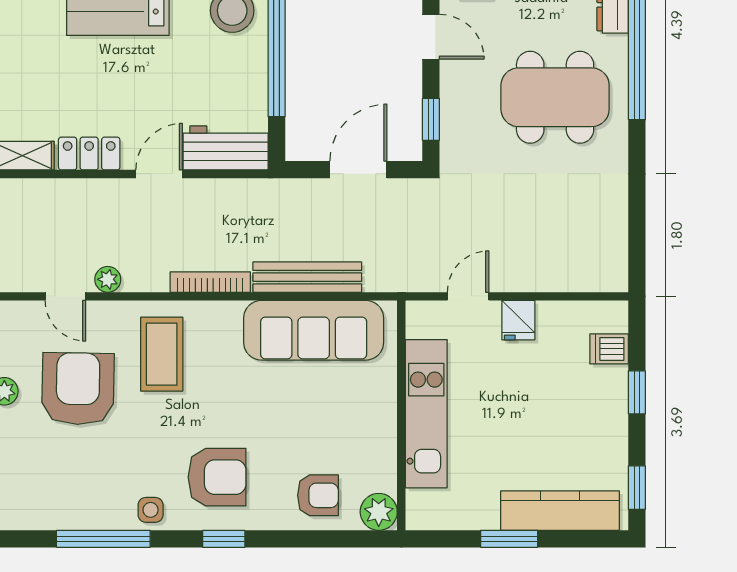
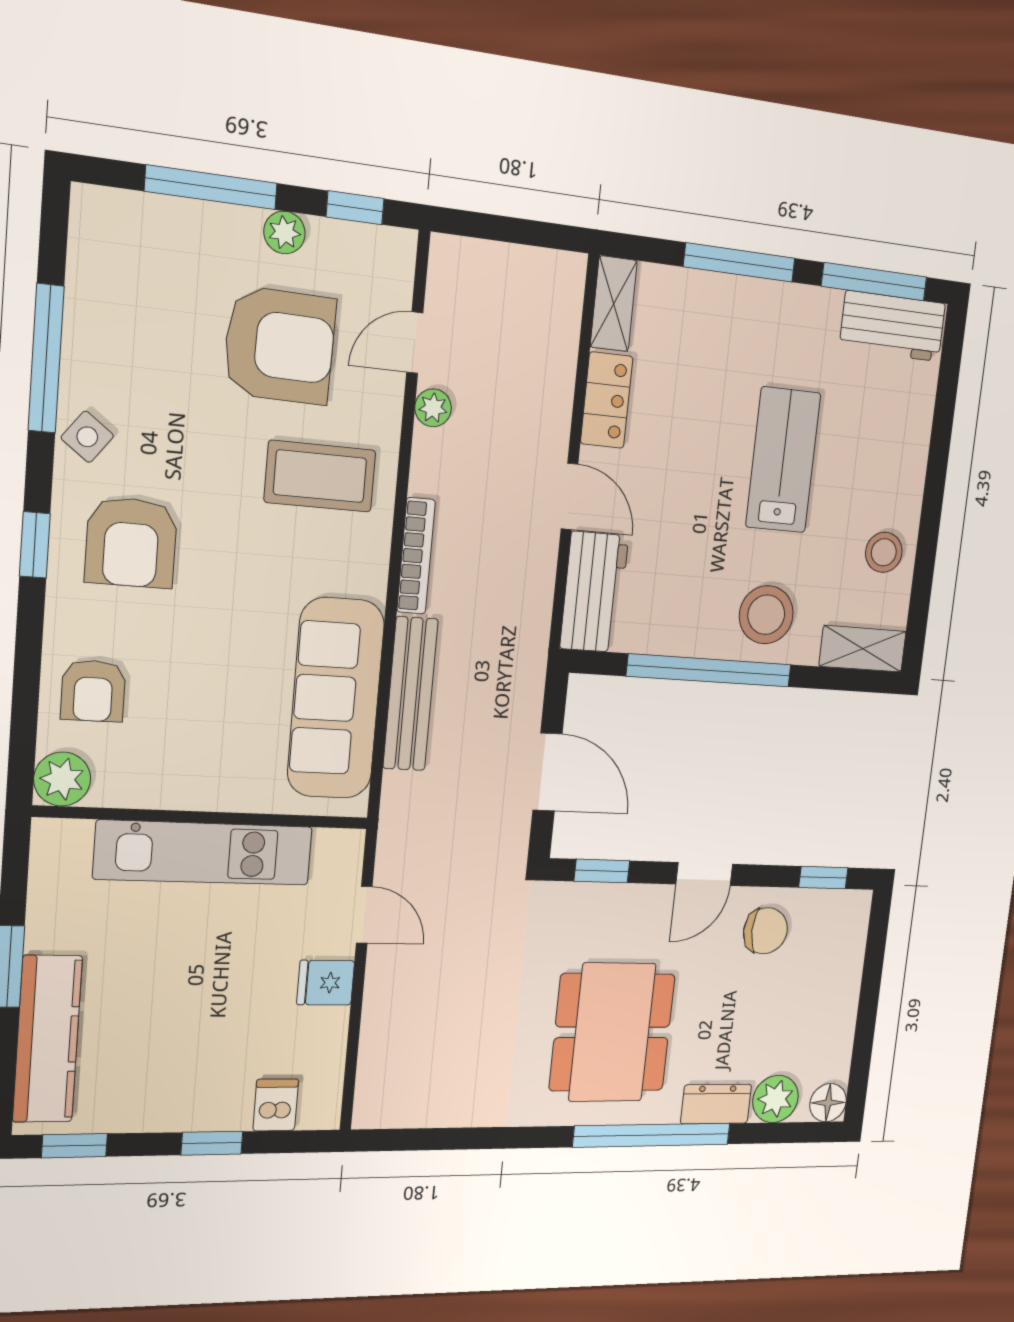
side table: (151, 510) -> (87, 437), turned 37

